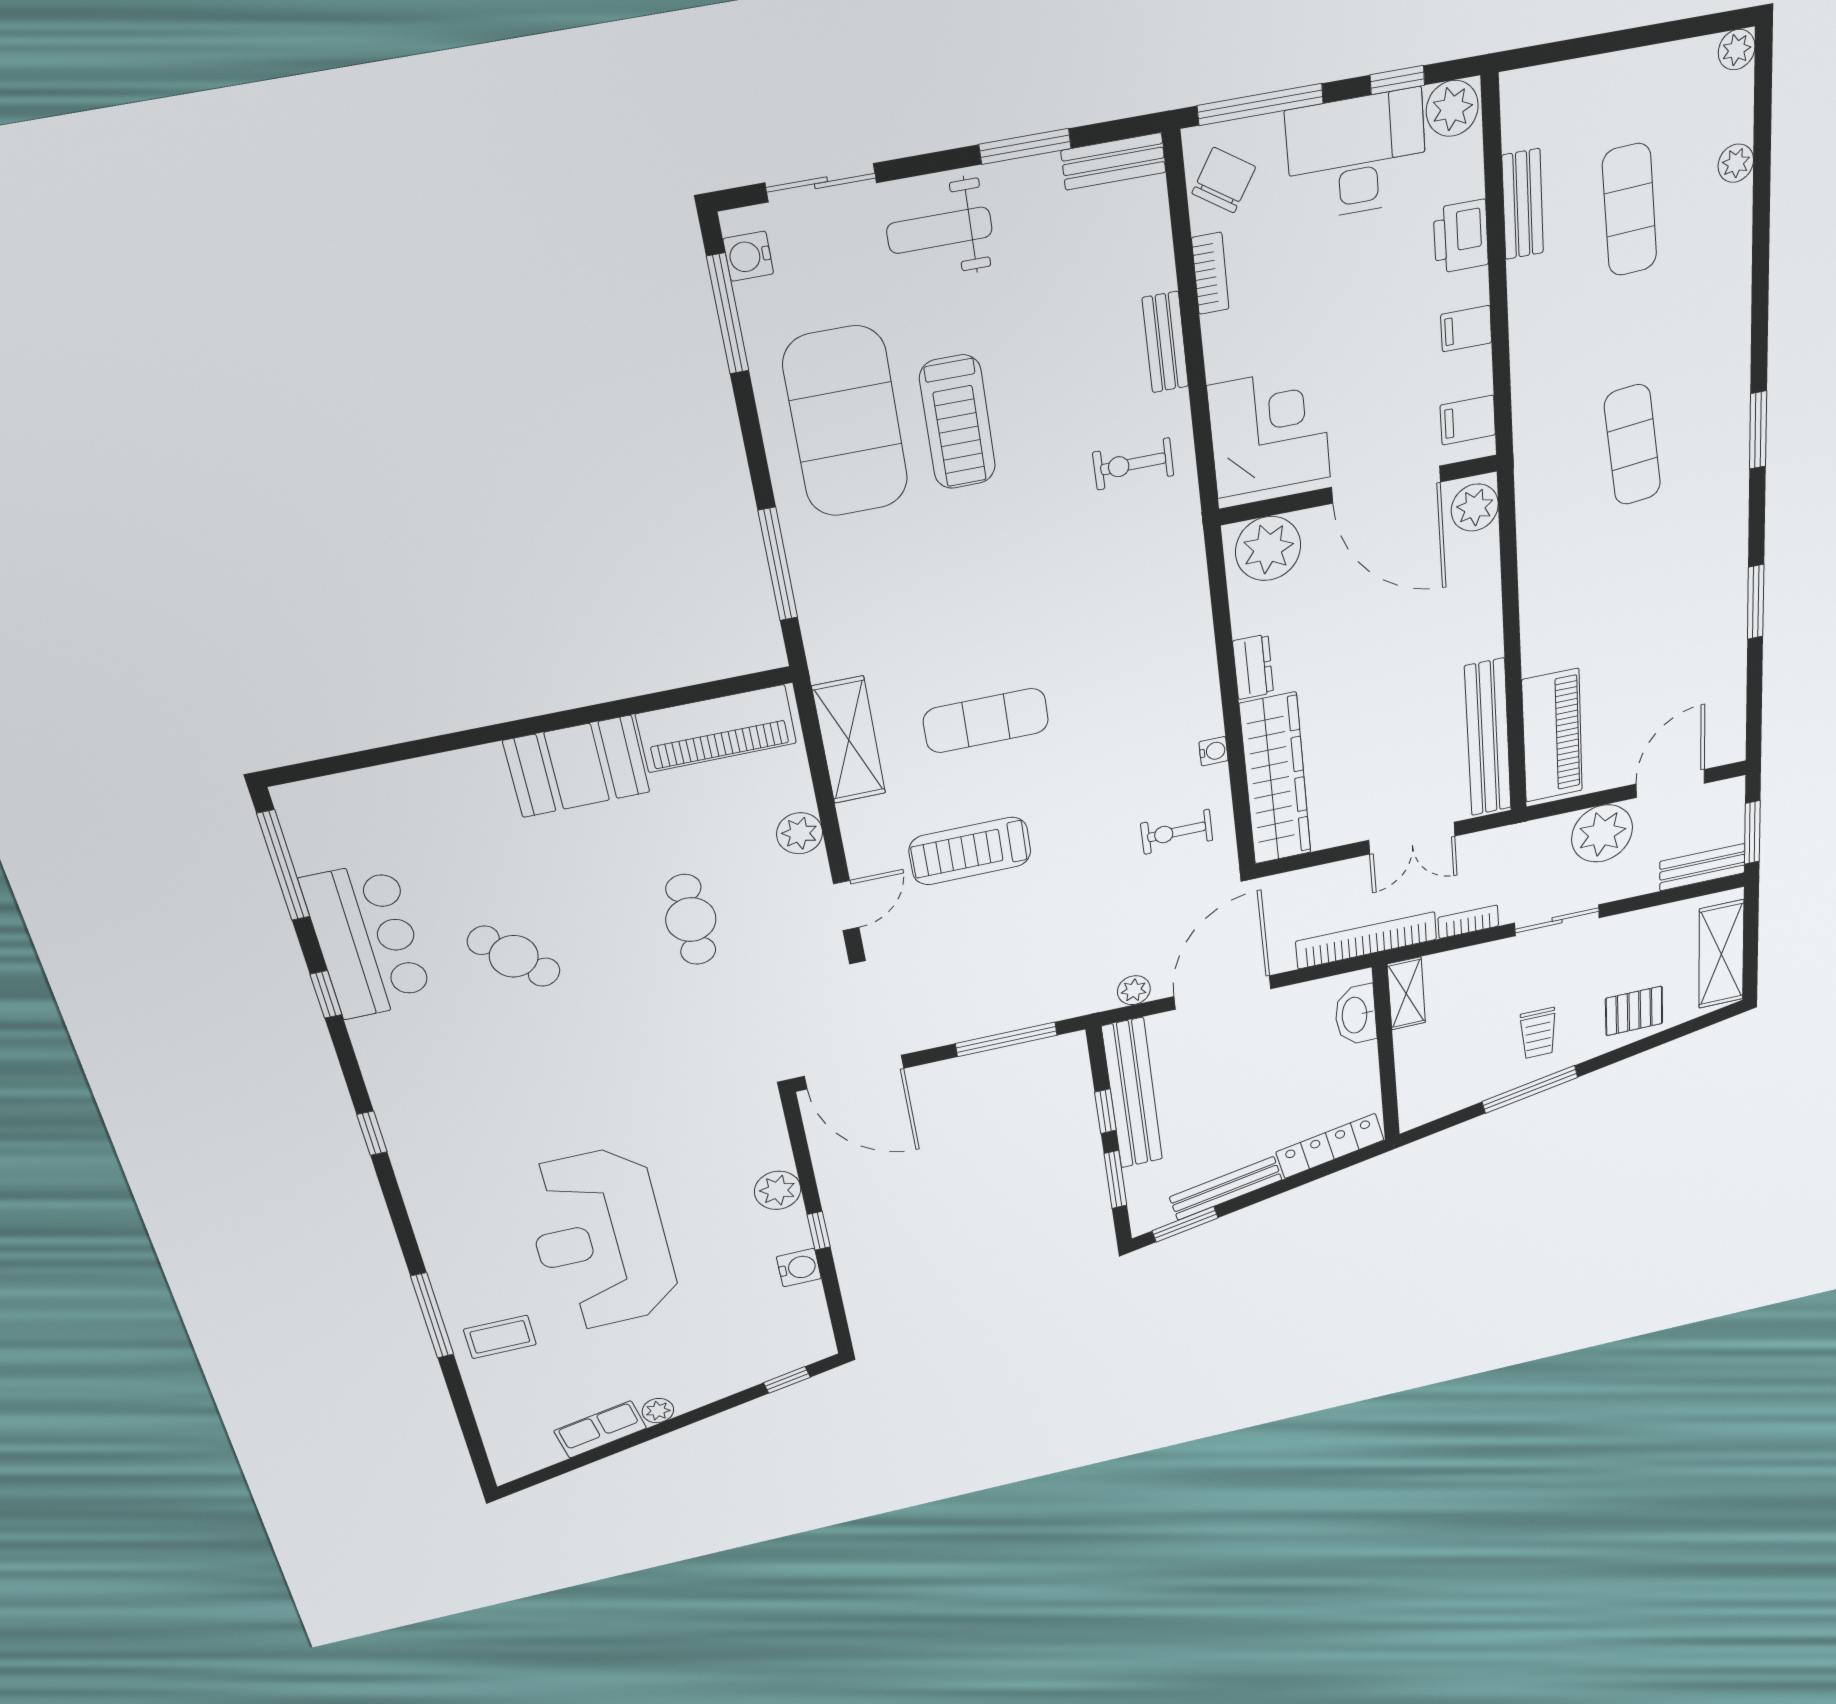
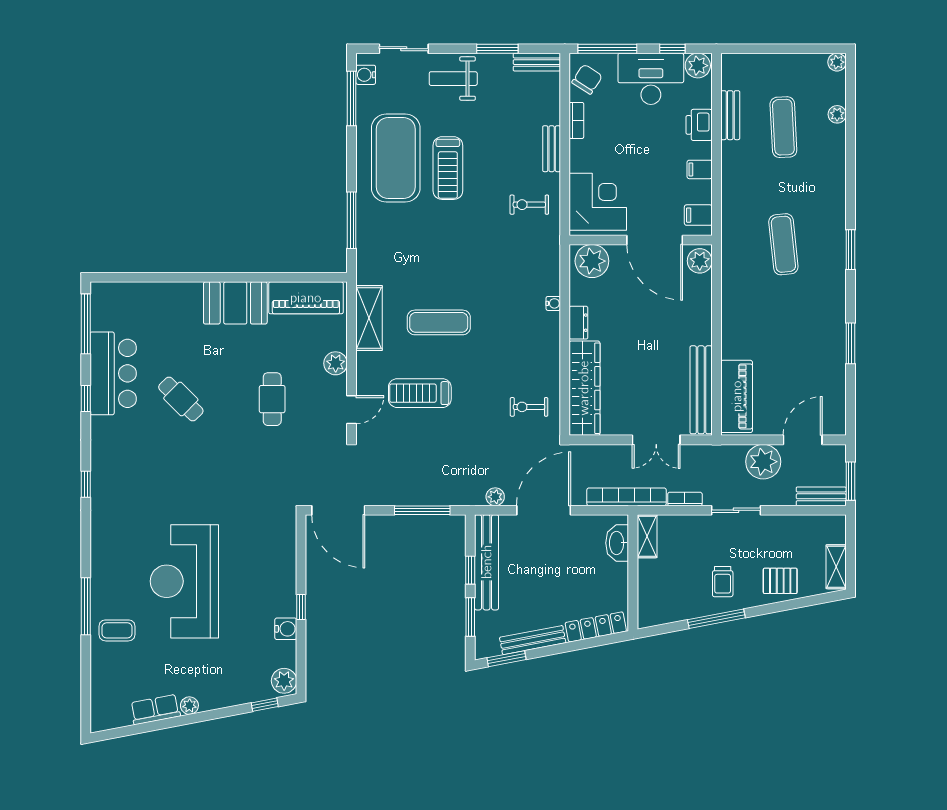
water cooler: (1213, 751) -> (553, 303), moved
shelving: (1721, 954) -> (836, 567), width x0.67, depth x0.75
plant: (778, 1190) -> (284, 681), moved

